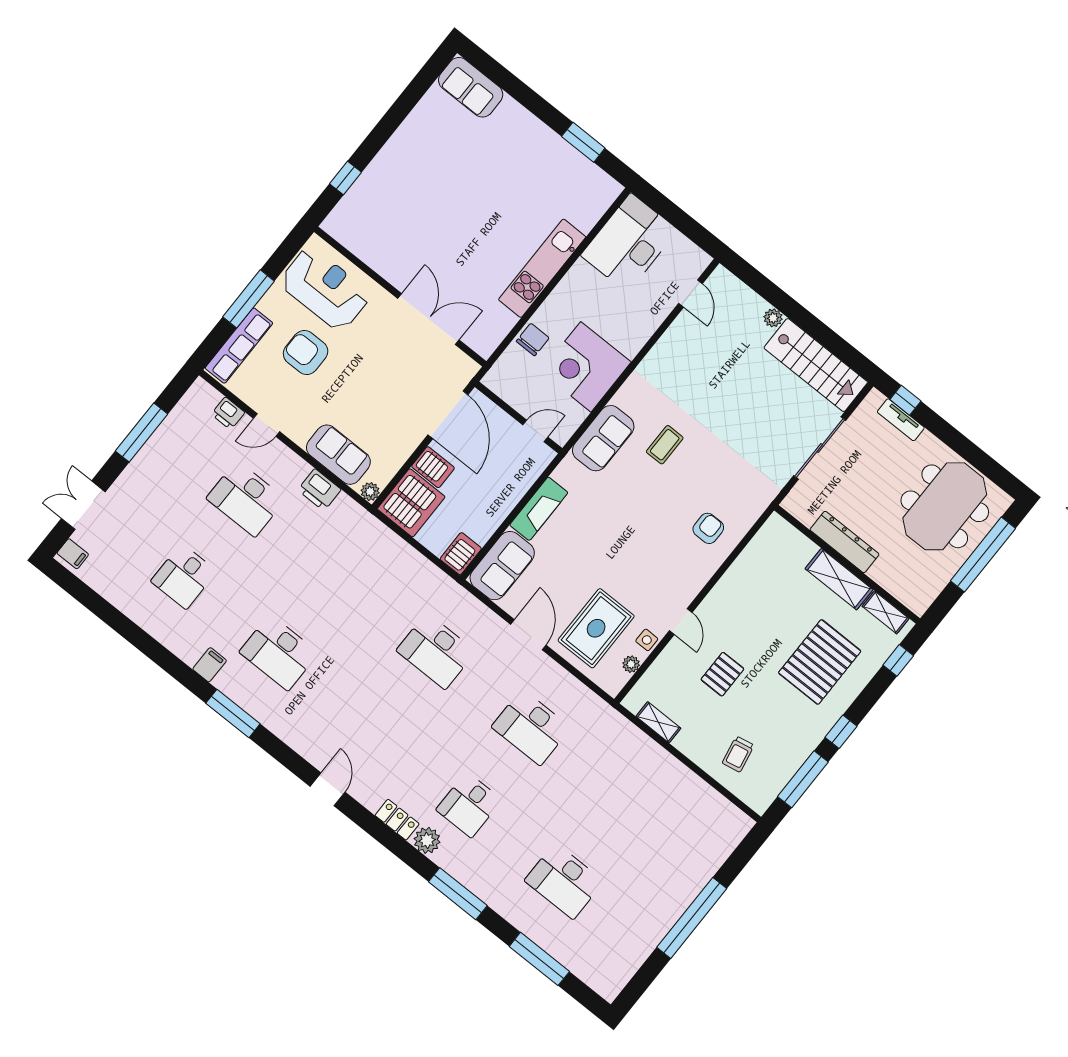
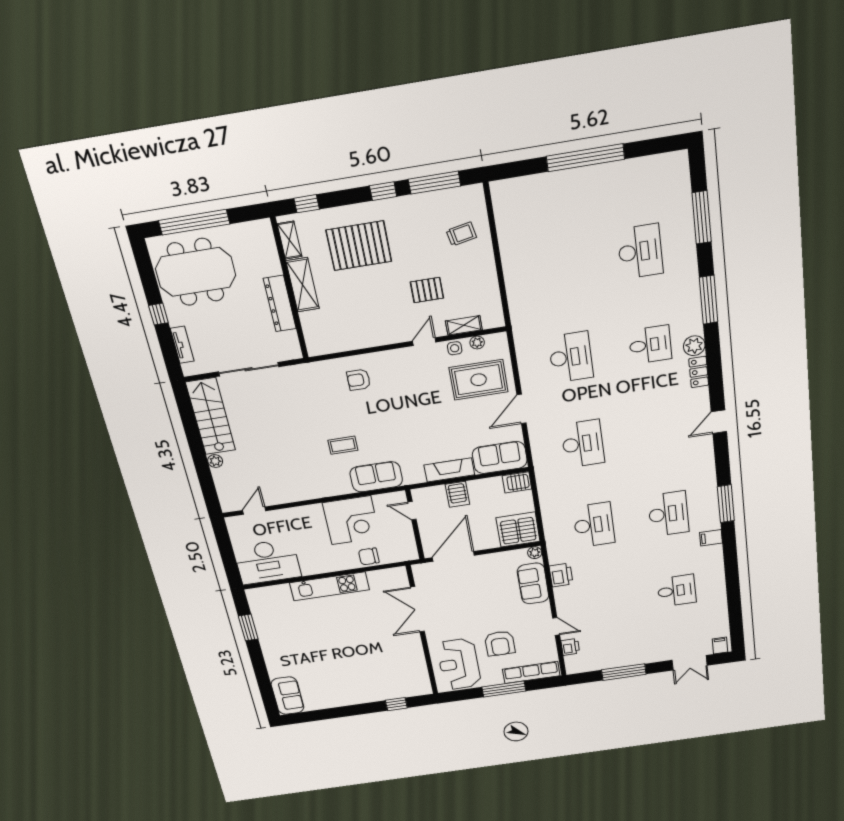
window: (905, 400) -> (158, 314), moved
server rack: (433, 467) -> (458, 494), moved, turned 180
desk: (246, 499) -> (594, 525), moved
shelving: (658, 722) -> (464, 325), moved, turned 90

